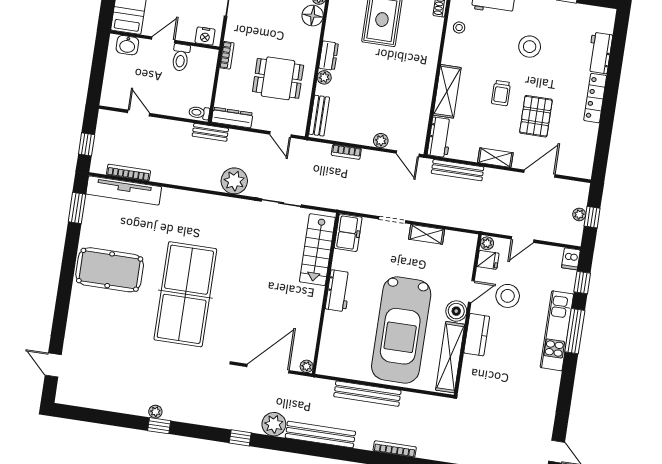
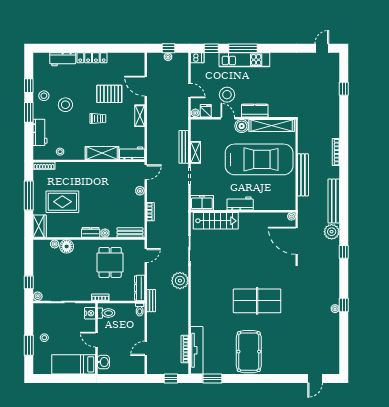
stool: (548, 16) -> (44, 96), added
toilet: (181, 57) -> (106, 313), moved
bench: (458, 170) -> (184, 147), moved
table tennis table: (185, 294) -> (257, 301), width x0.73, depth x0.76

